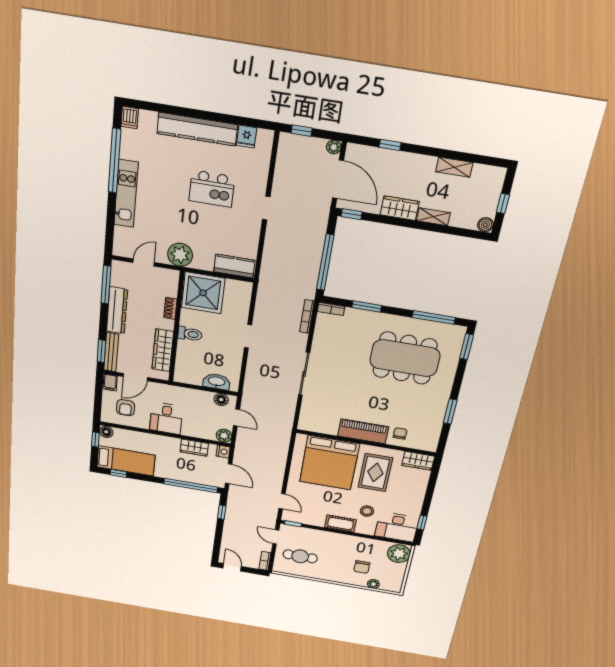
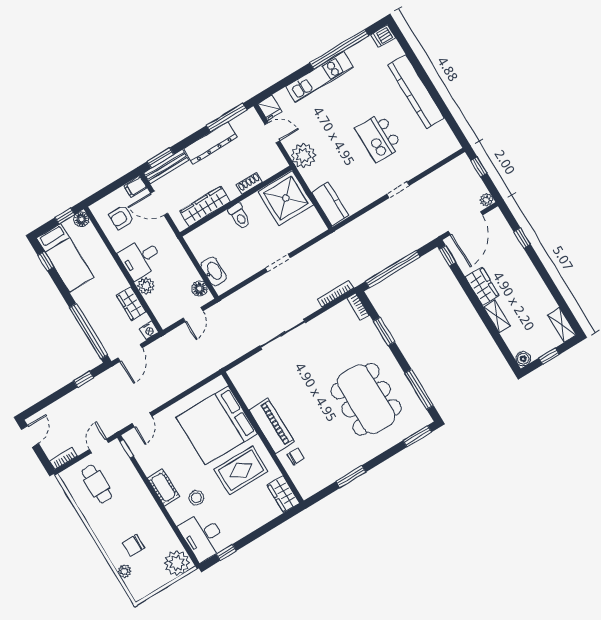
fridge: (247, 137) -> (270, 108), moved, turned -90
shelving: (454, 167) -> (562, 325), moved
plant: (224, 436) -> (146, 286), moved

